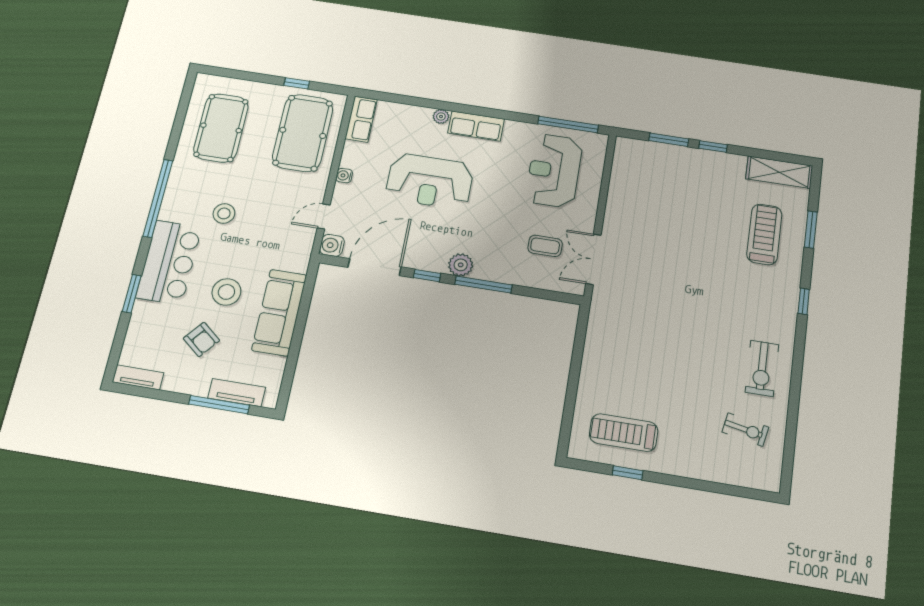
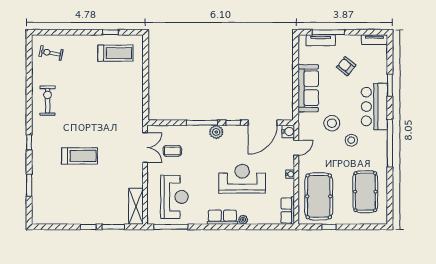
shelving: (779, 172) -> (136, 206), moved, turned 90
treadmill: (764, 234) -> (80, 156), moved, turned -90
stool: (226, 292) -> (332, 123), moved
exercise bike: (745, 430) -> (51, 53), moved

